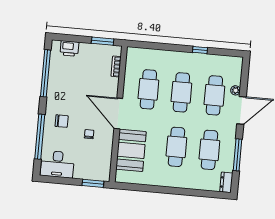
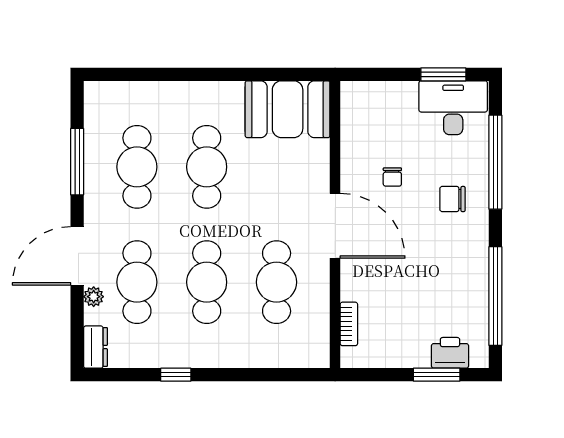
window: (103, 41) -> (437, 375), moved
booth: (131, 150) -> (288, 109), moved, turned 90
dresser: (226, 182) -> (95, 347), moved
window: (93, 183) -> (443, 74), moved

